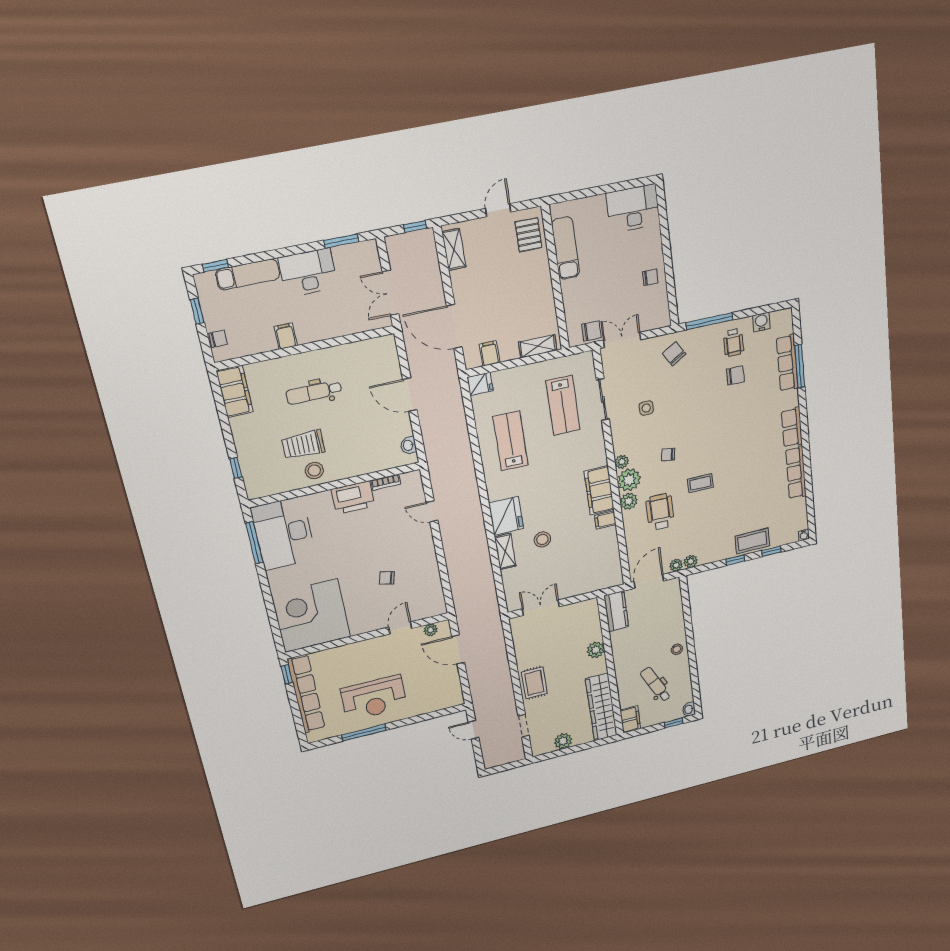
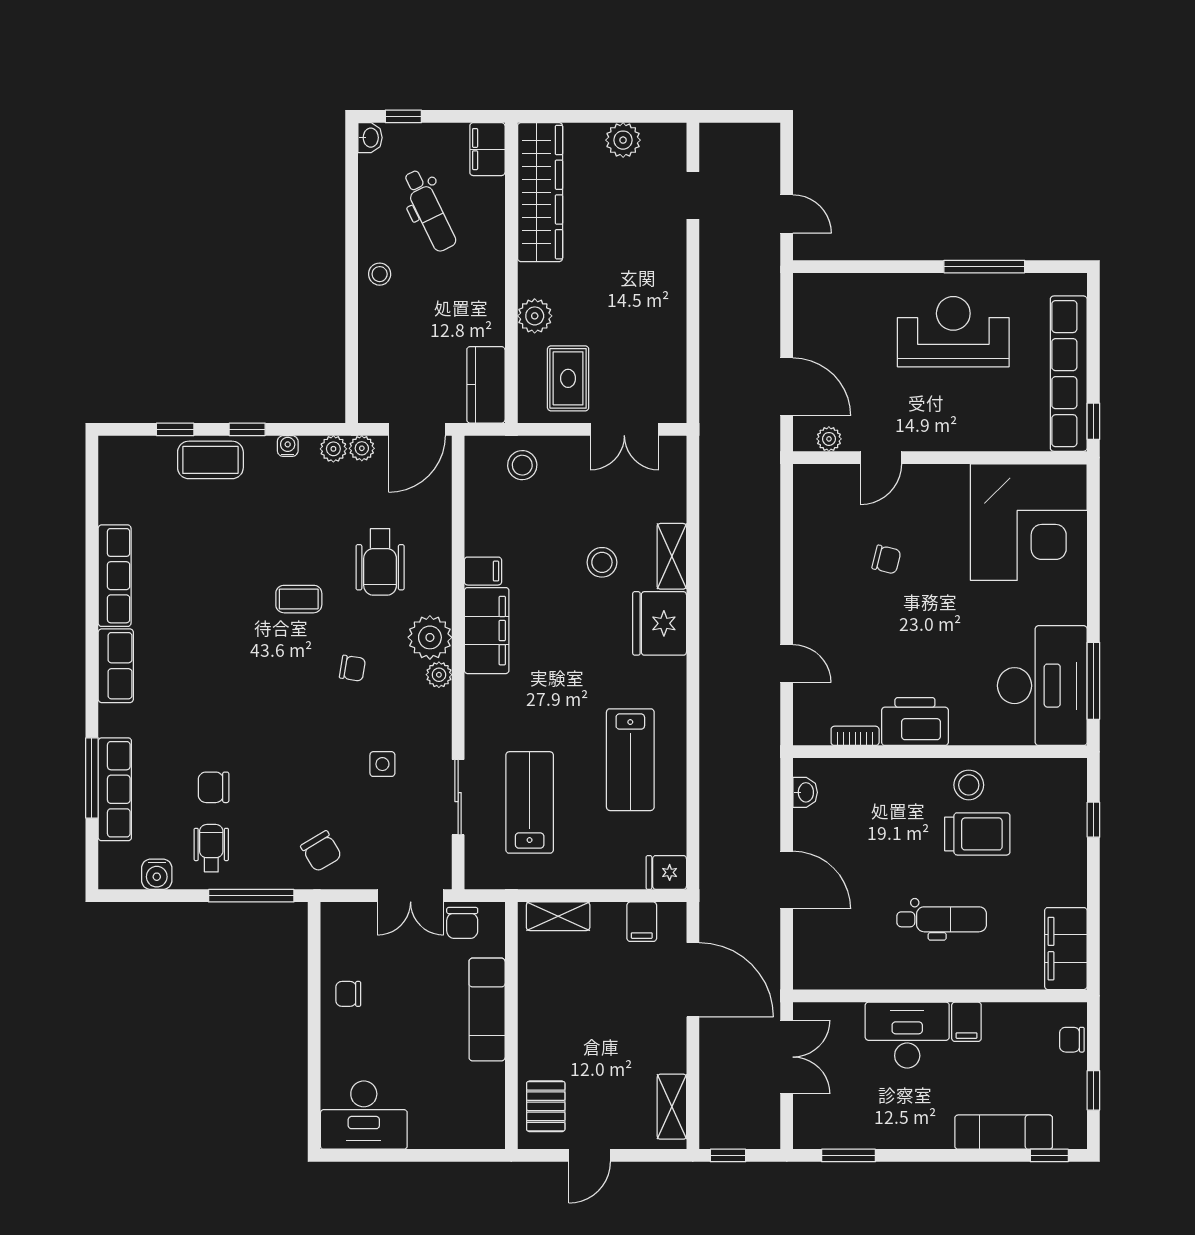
exam couch: (566, 248) -> (487, 1009), moved
desk: (308, 273) -> (907, 1035), moved, turned 180
chair: (591, 331) -> (462, 923), turned -90
plant: (629, 501) -> (435, 597), removed
water cooler: (804, 535) -> (288, 446), moved
stool: (592, 577) -> (522, 465), added
rug: (534, 683) -> (568, 378), moved

